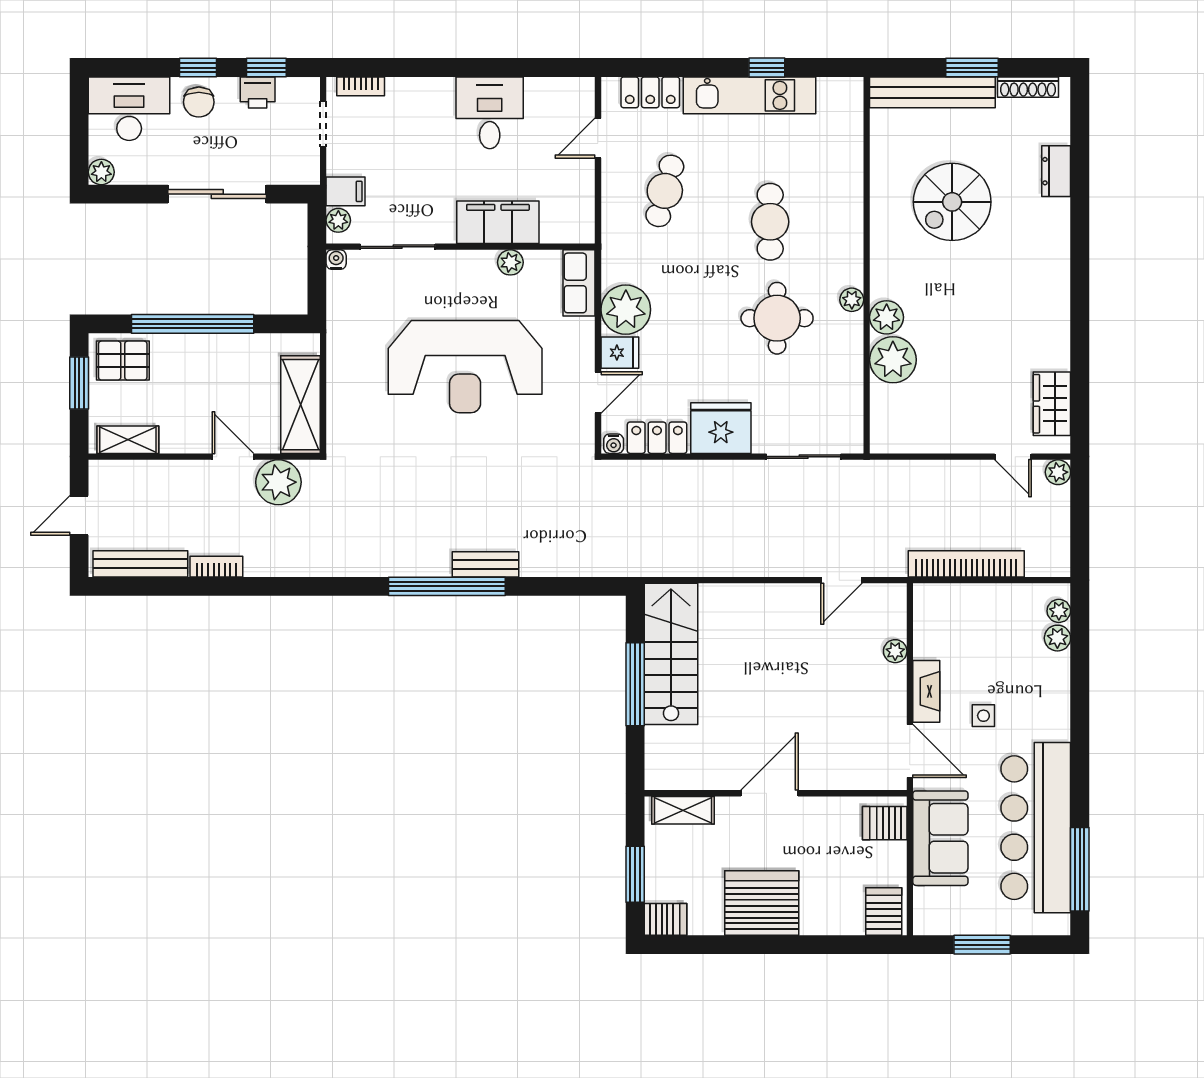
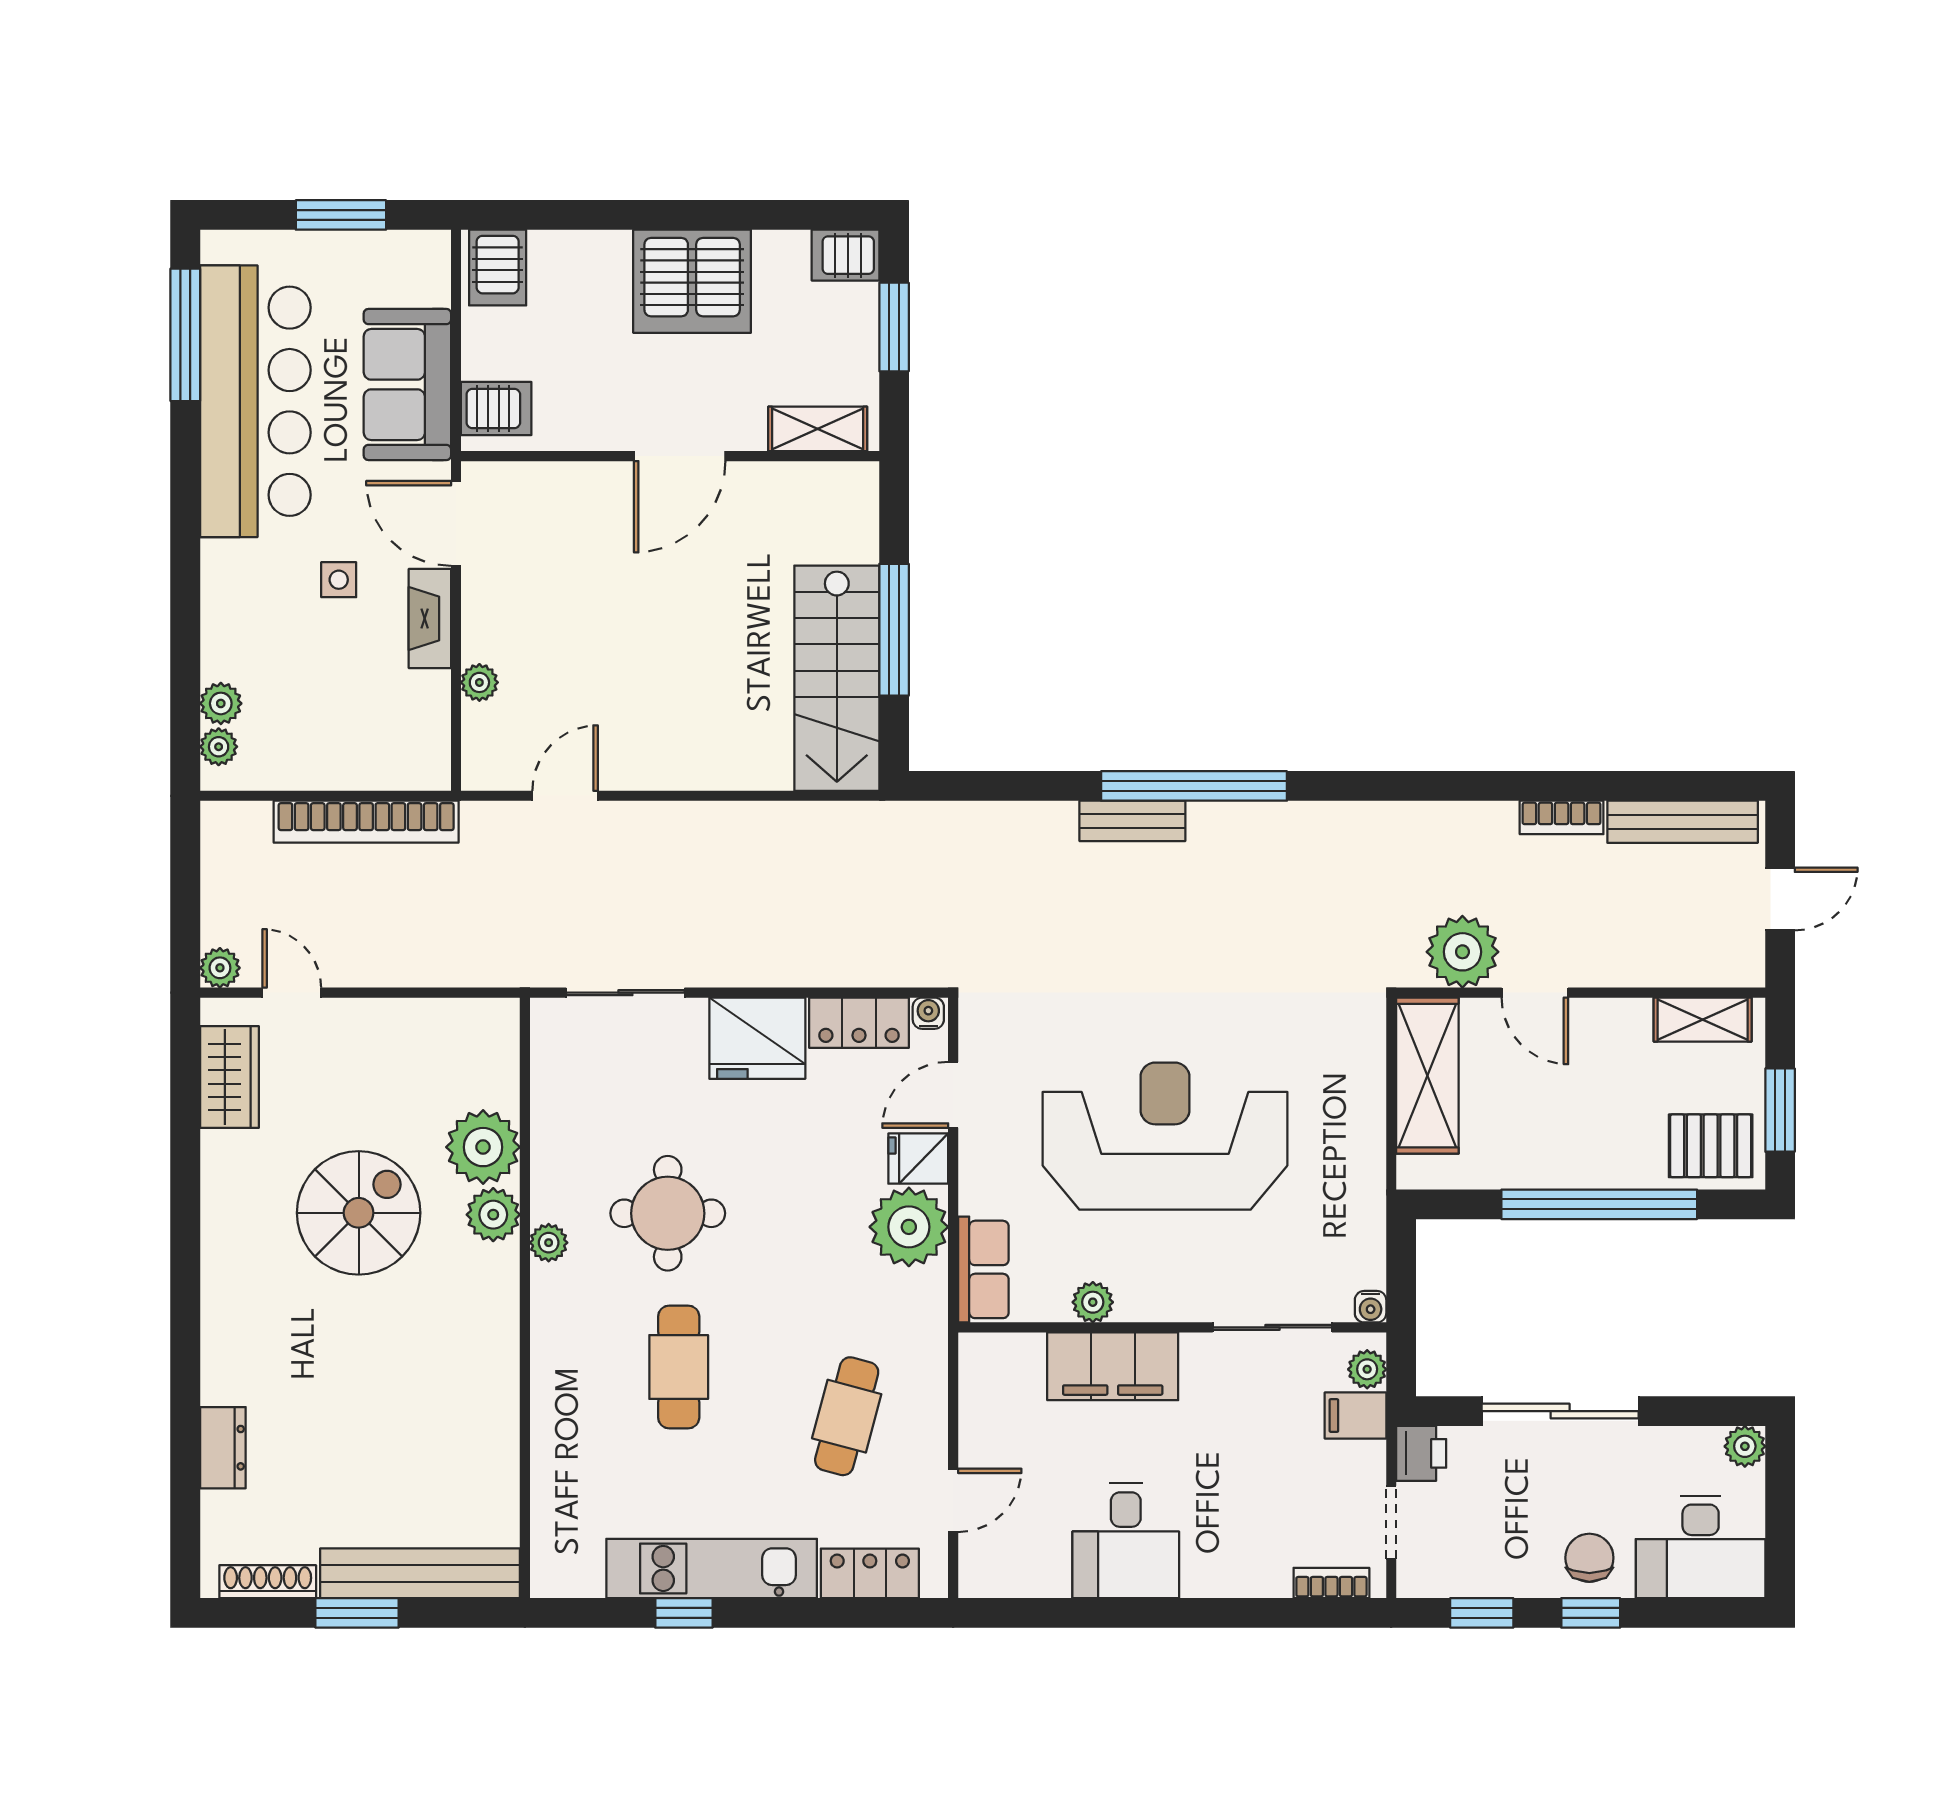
printer: (258, 92) -> (1421, 1453), moved, turned 90
spiral stairs: (952, 202) -> (359, 1213), moved

